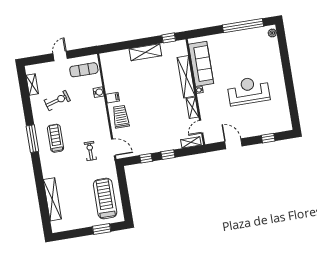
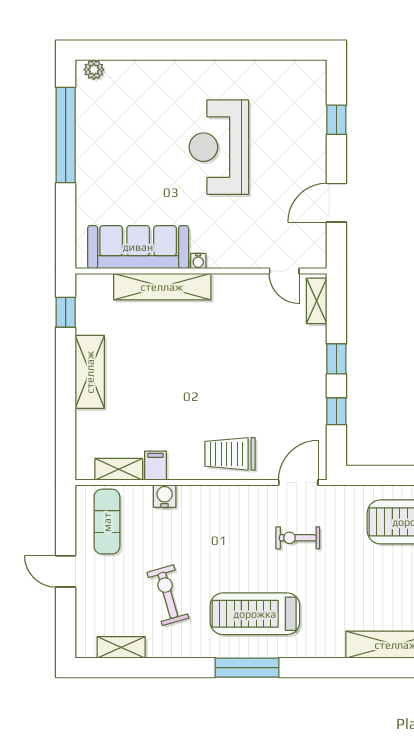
filing cabinet: (113, 98) -> (155, 466), moved
shelving: (192, 108) -> (119, 469), moved
treadmill: (56, 138) -> (255, 614), width x1.37, depth x1.38

